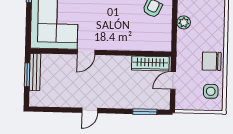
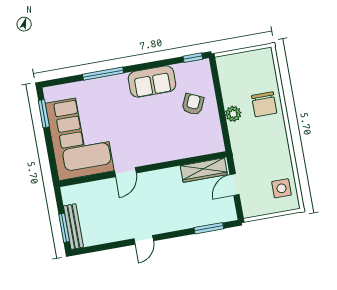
chair: (212, 61) -> (264, 104), moved, turned -90
bench: (35, 72) -> (73, 227), moved
window: (27, 75) -> (64, 228), moved

